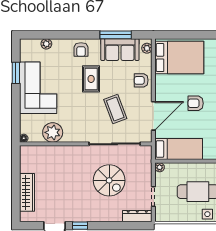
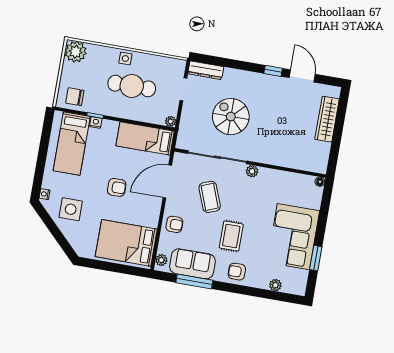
armchair: (81, 50) -> (237, 272), turned -90
plant: (53, 132) -> (252, 171), moved, width x0.53, depth x0.53

